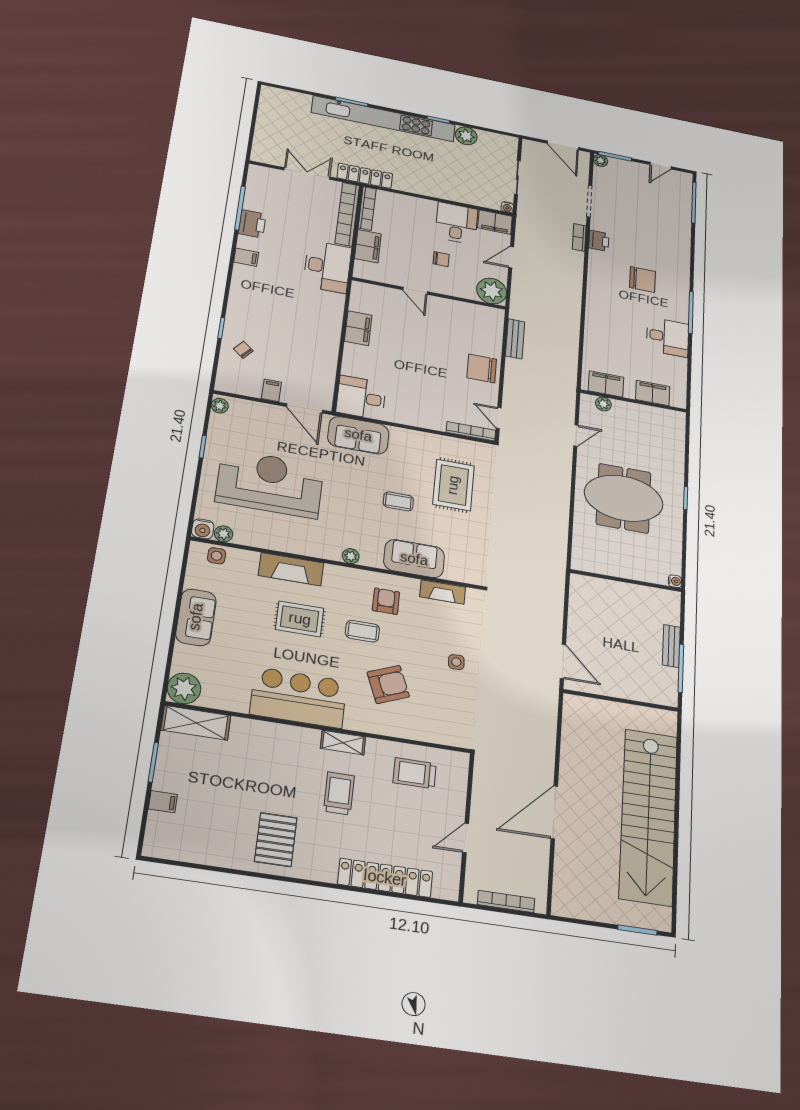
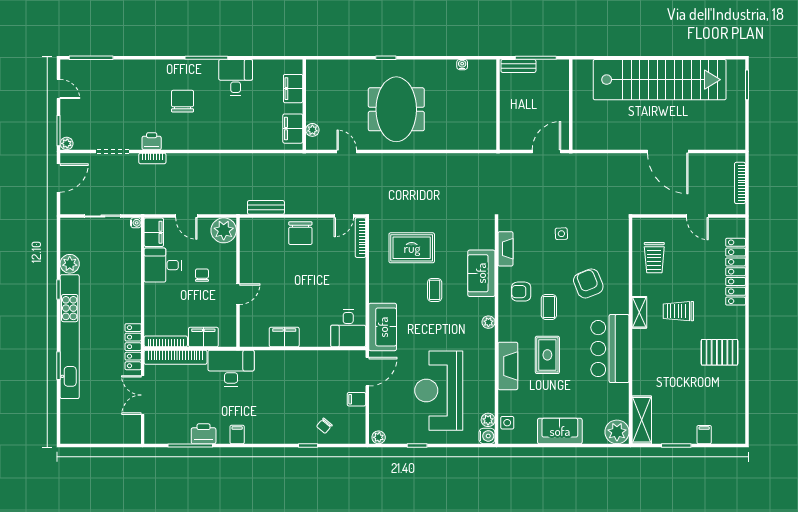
wall: (626, 581) -> (498, 105), moved

